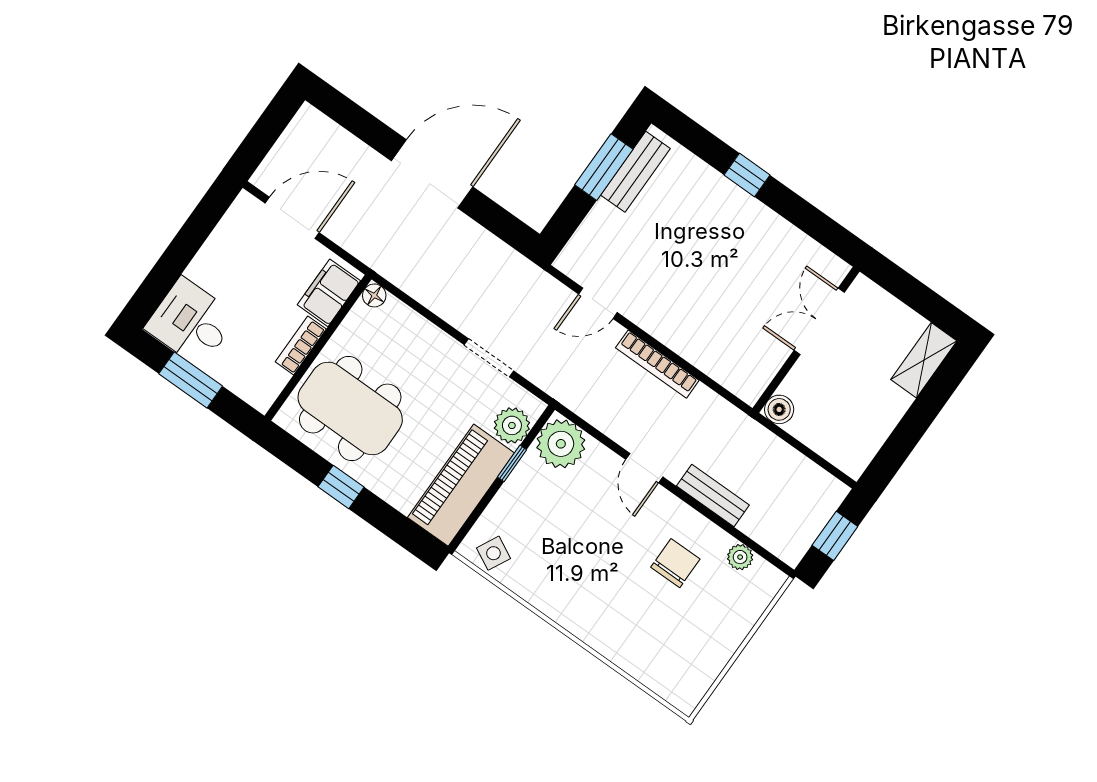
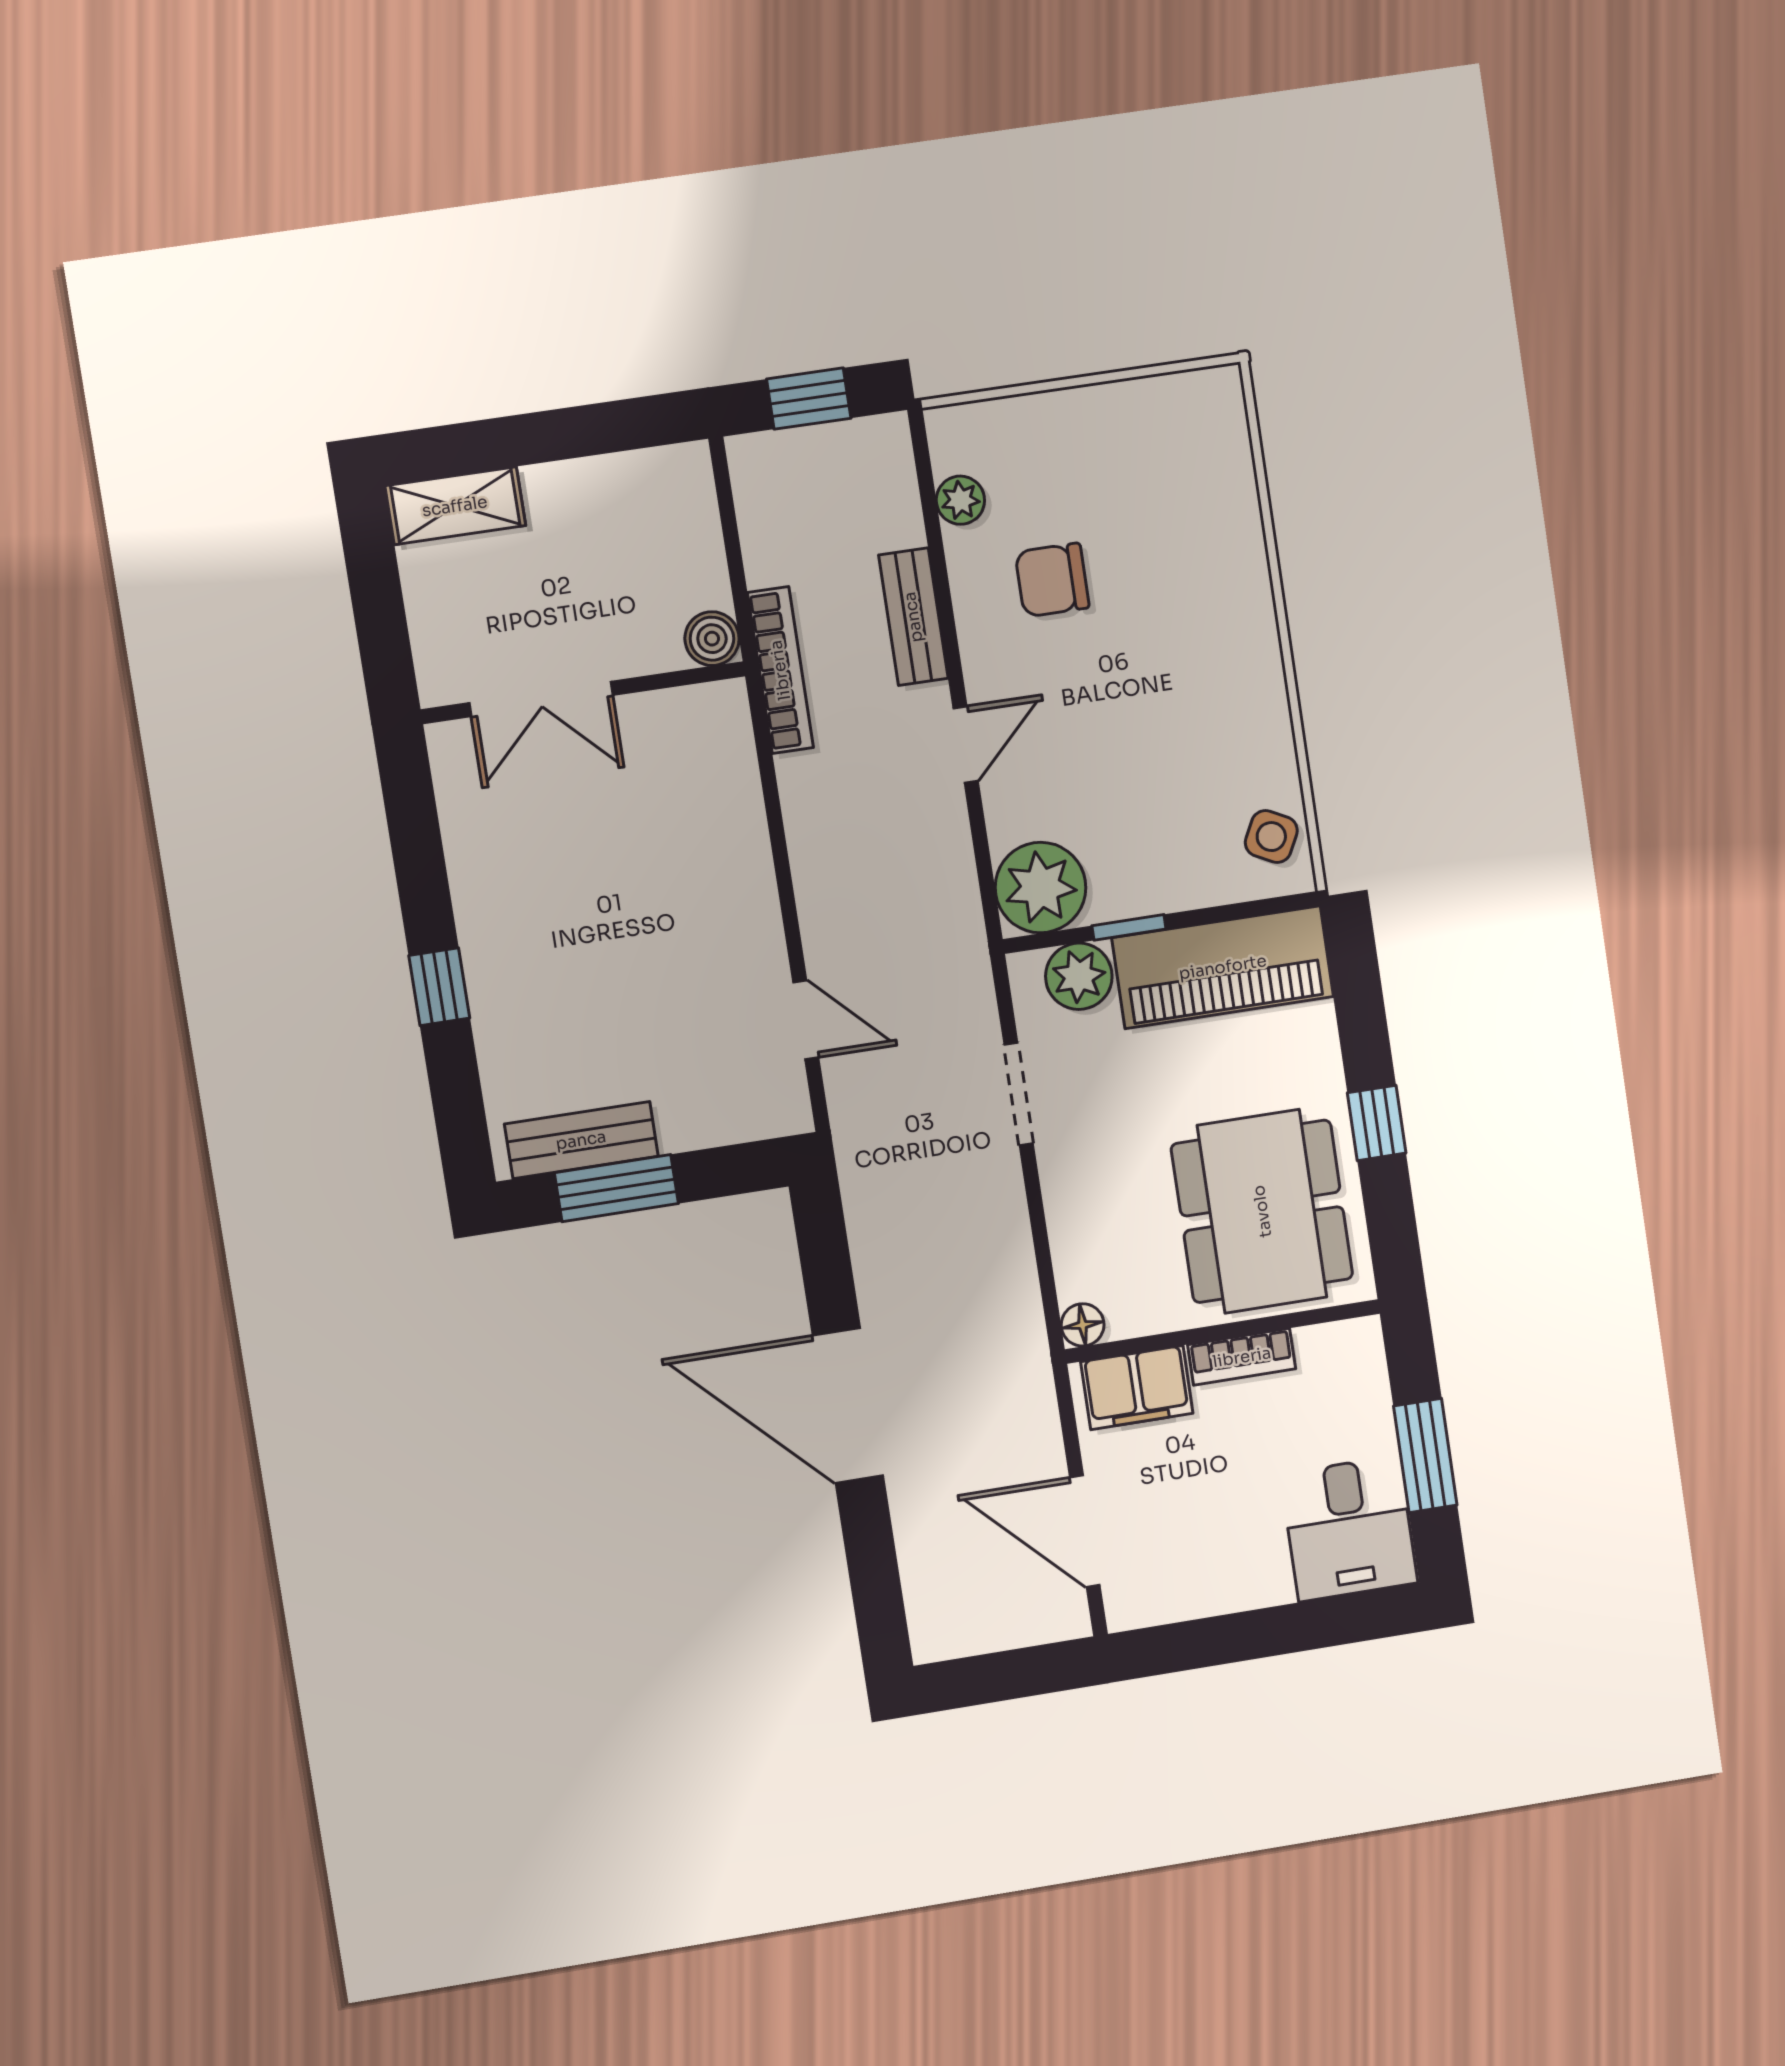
bookcase: (657, 364) -> (780, 670), moved

